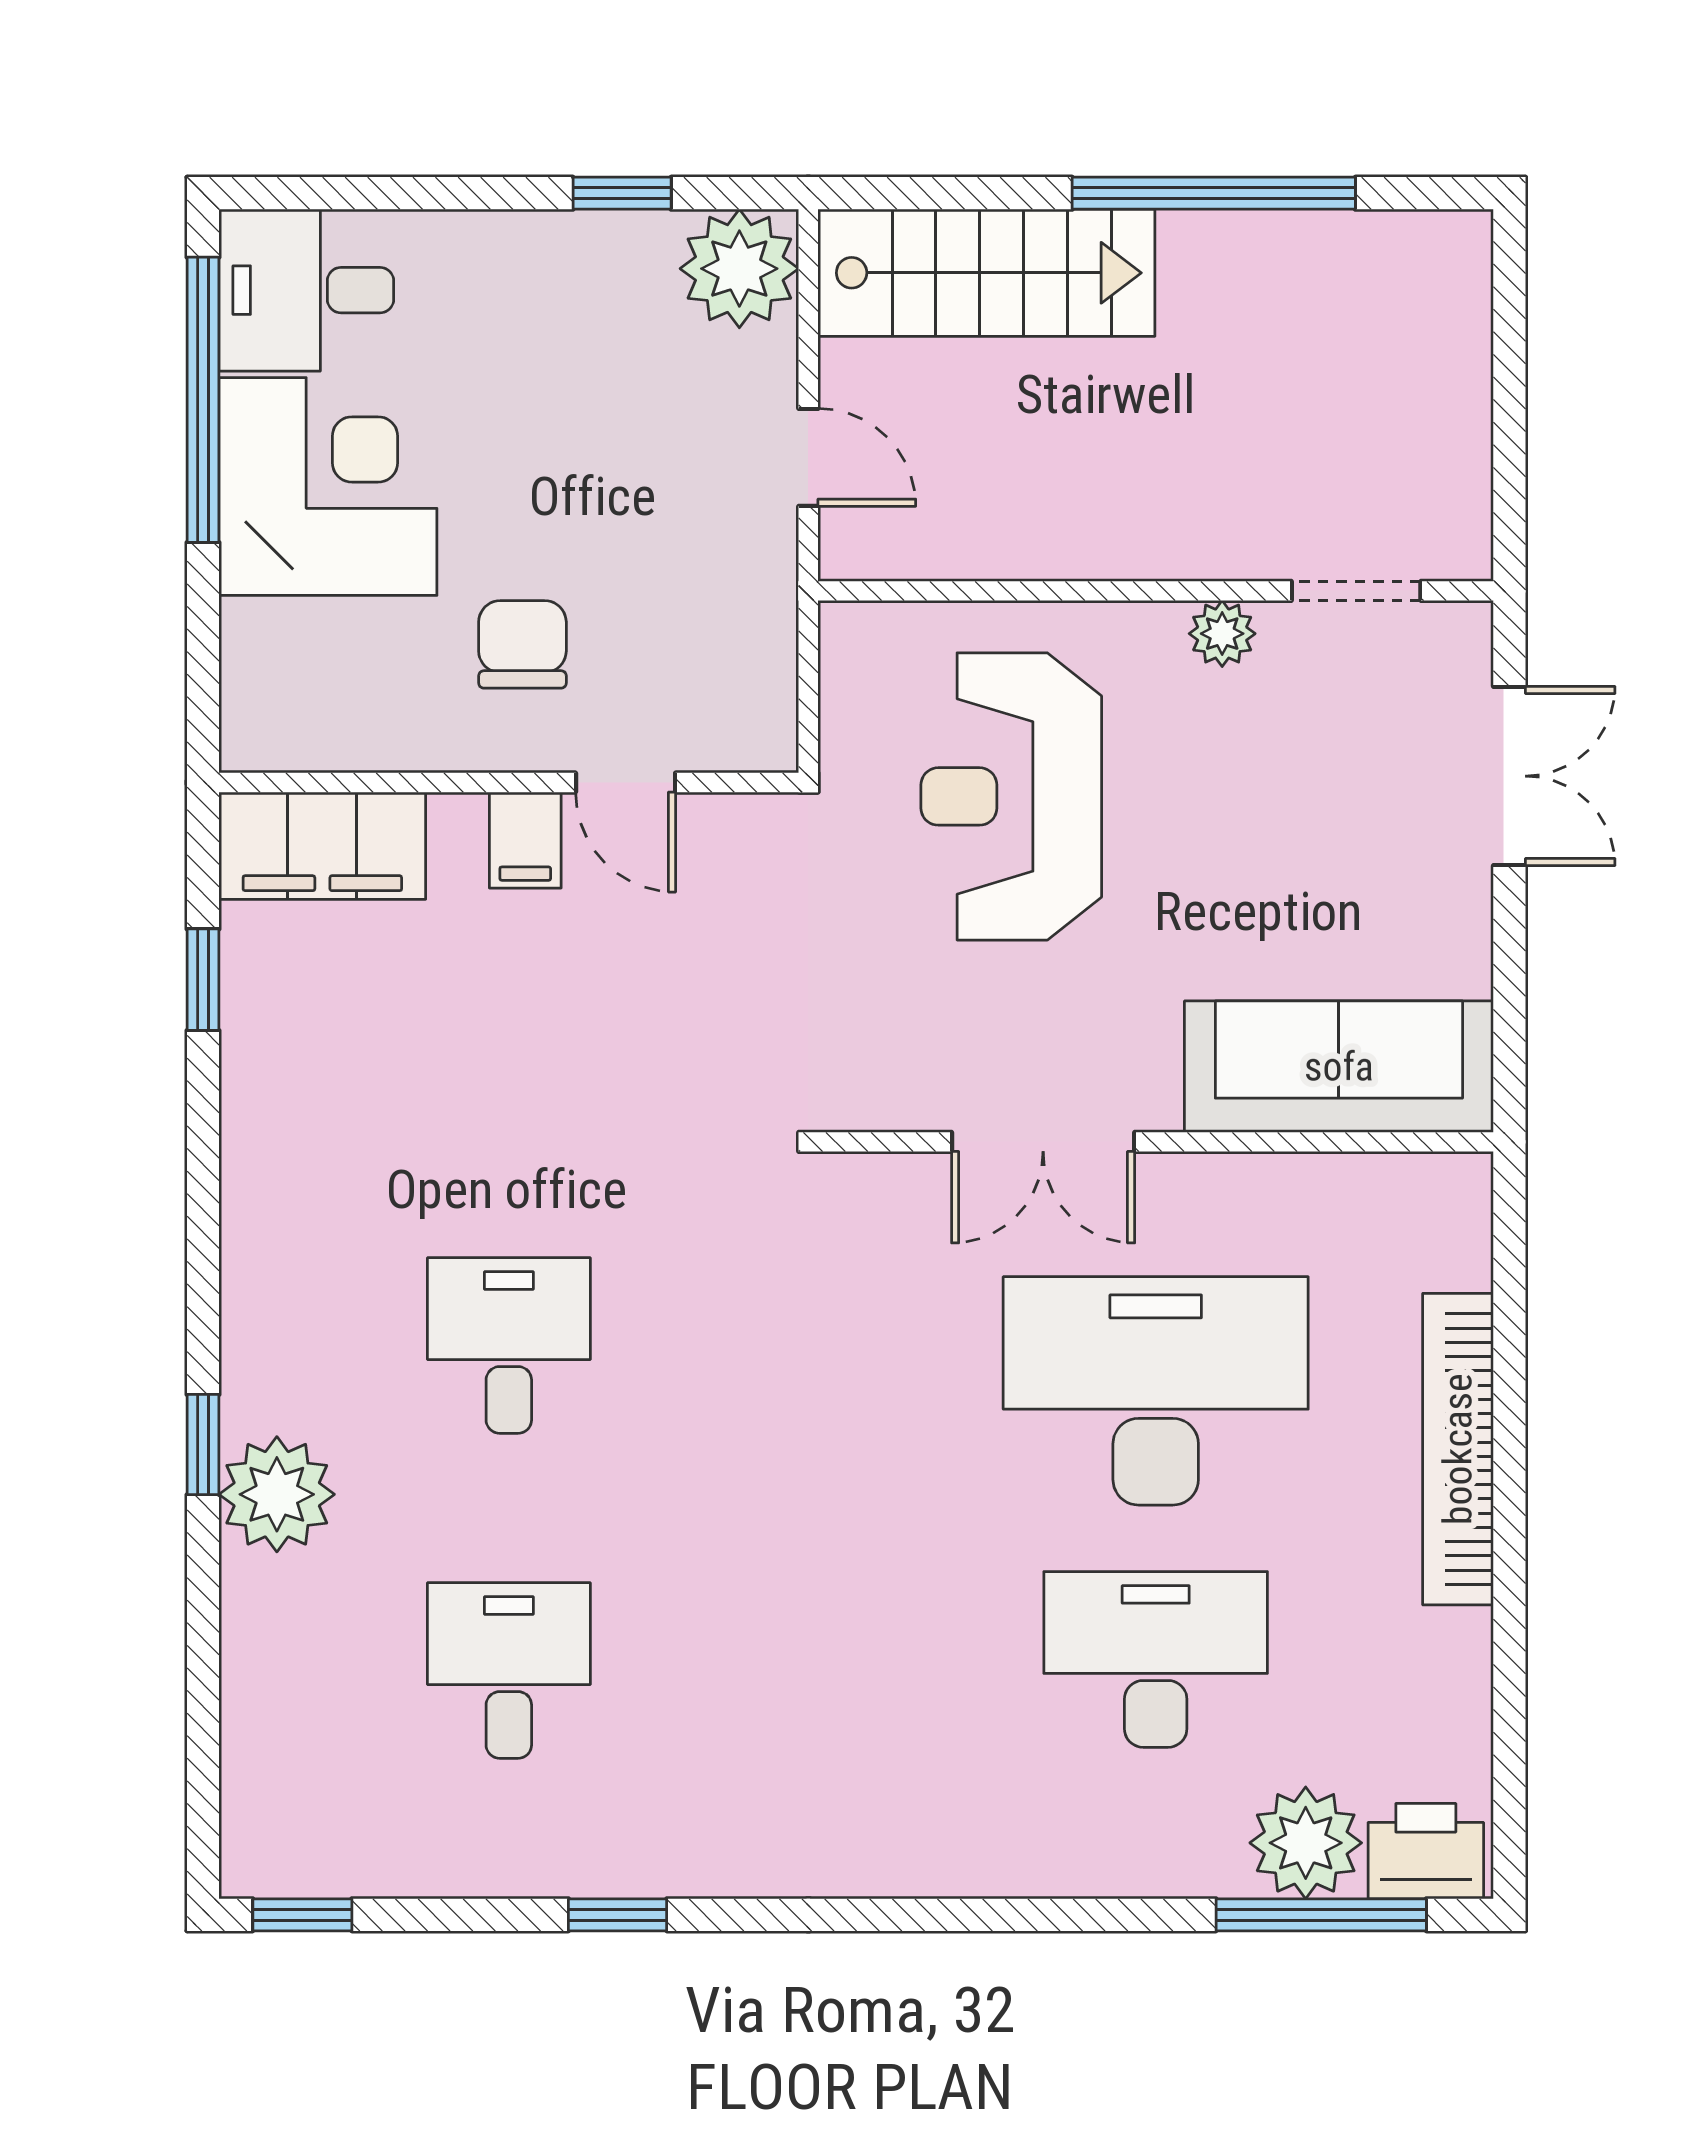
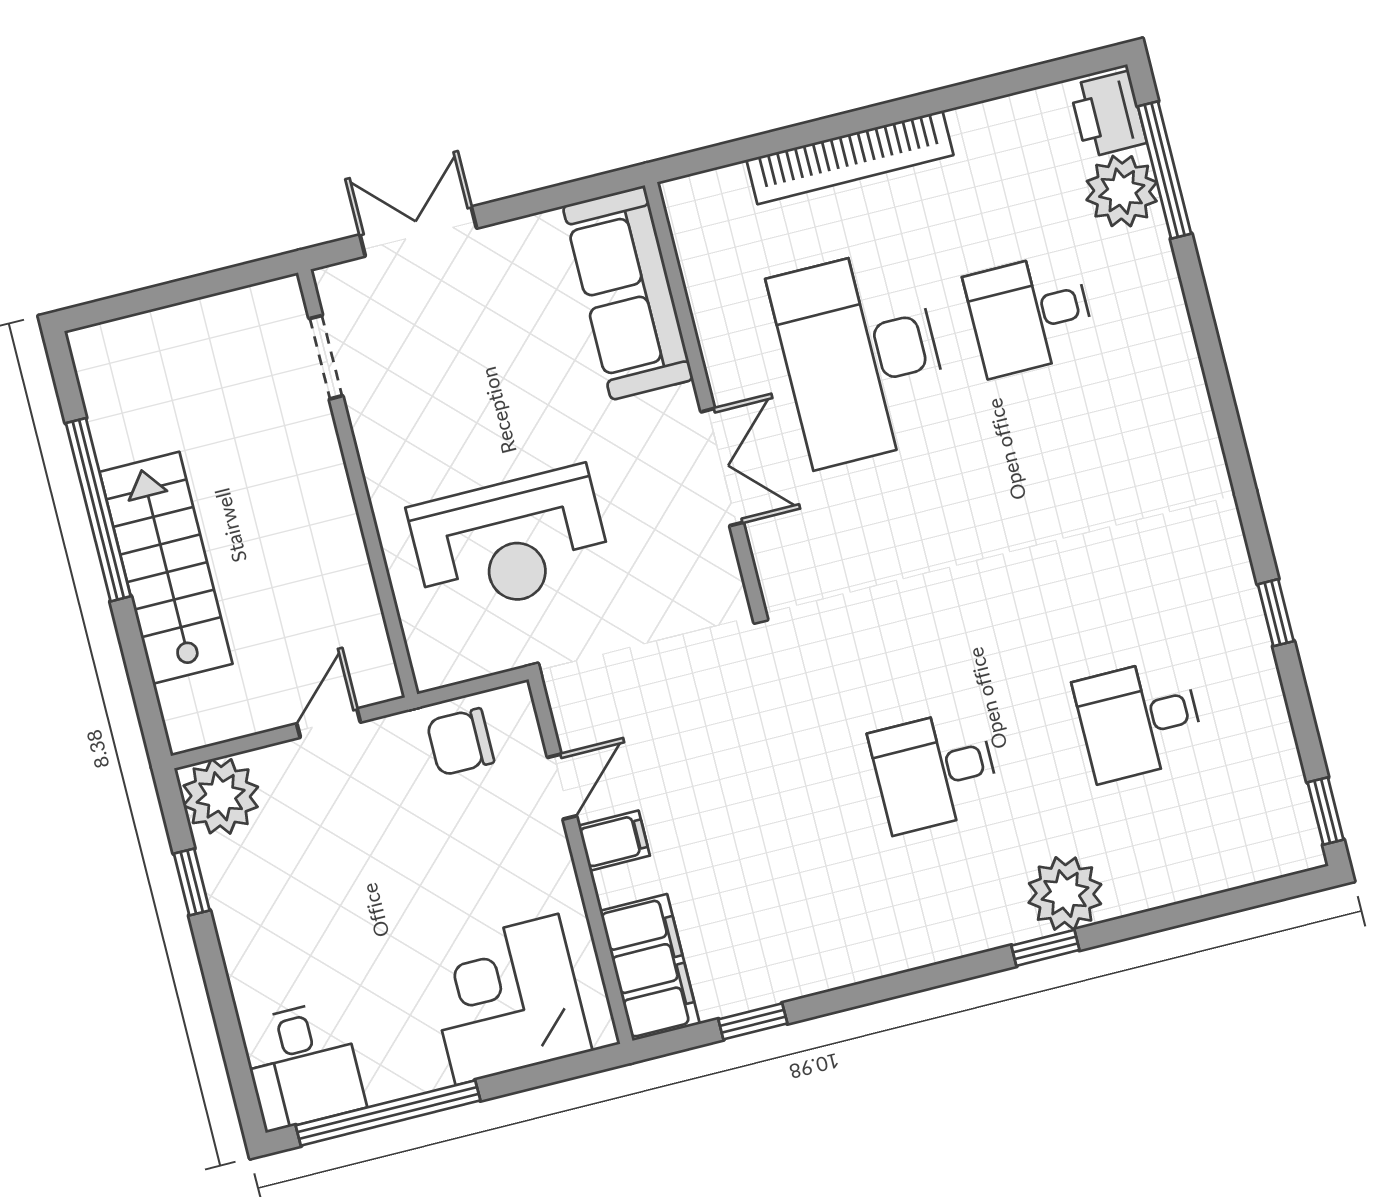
stairs: (986, 273) -> (166, 568), moved
corner desk: (328, 486) -> (507, 1000), moved
plant: (1222, 634) -> (374, 435), removed
chair: (522, 644) -> (460, 742), moved
desk: (1156, 1659) -> (1030, 314), width x0.73

